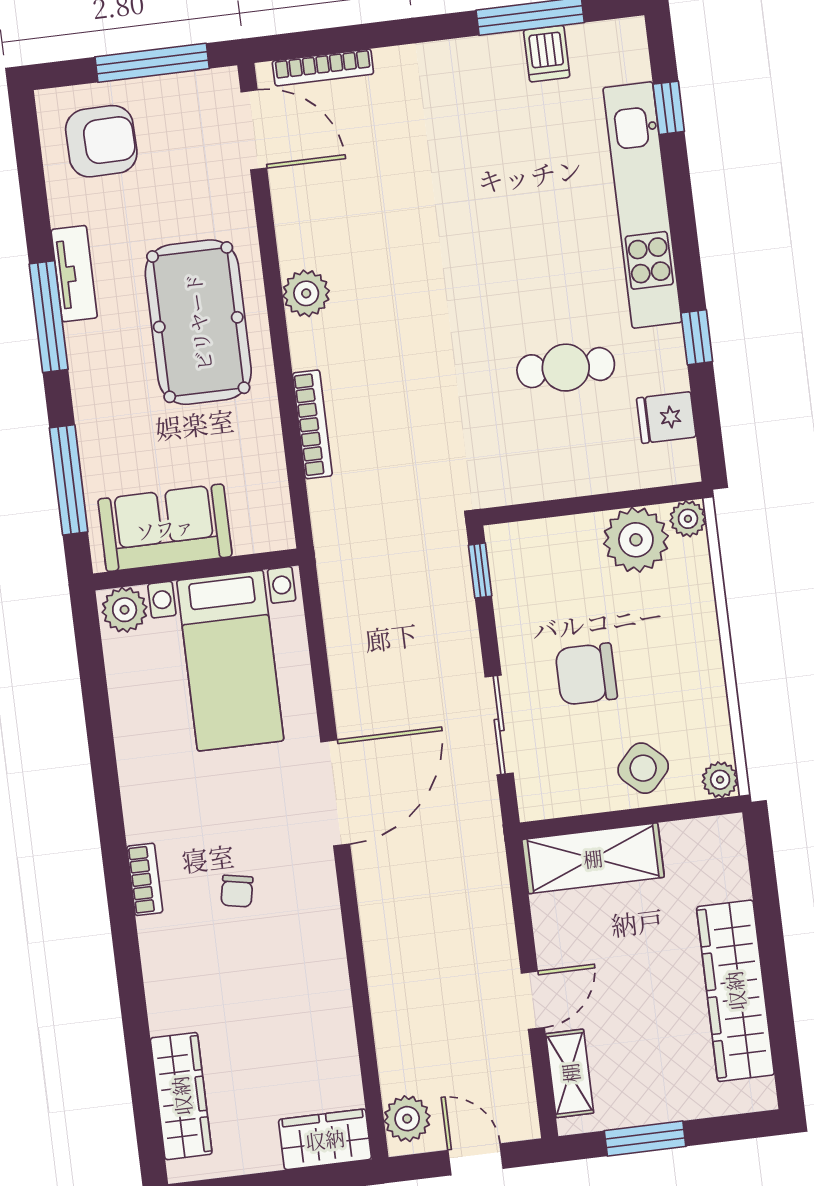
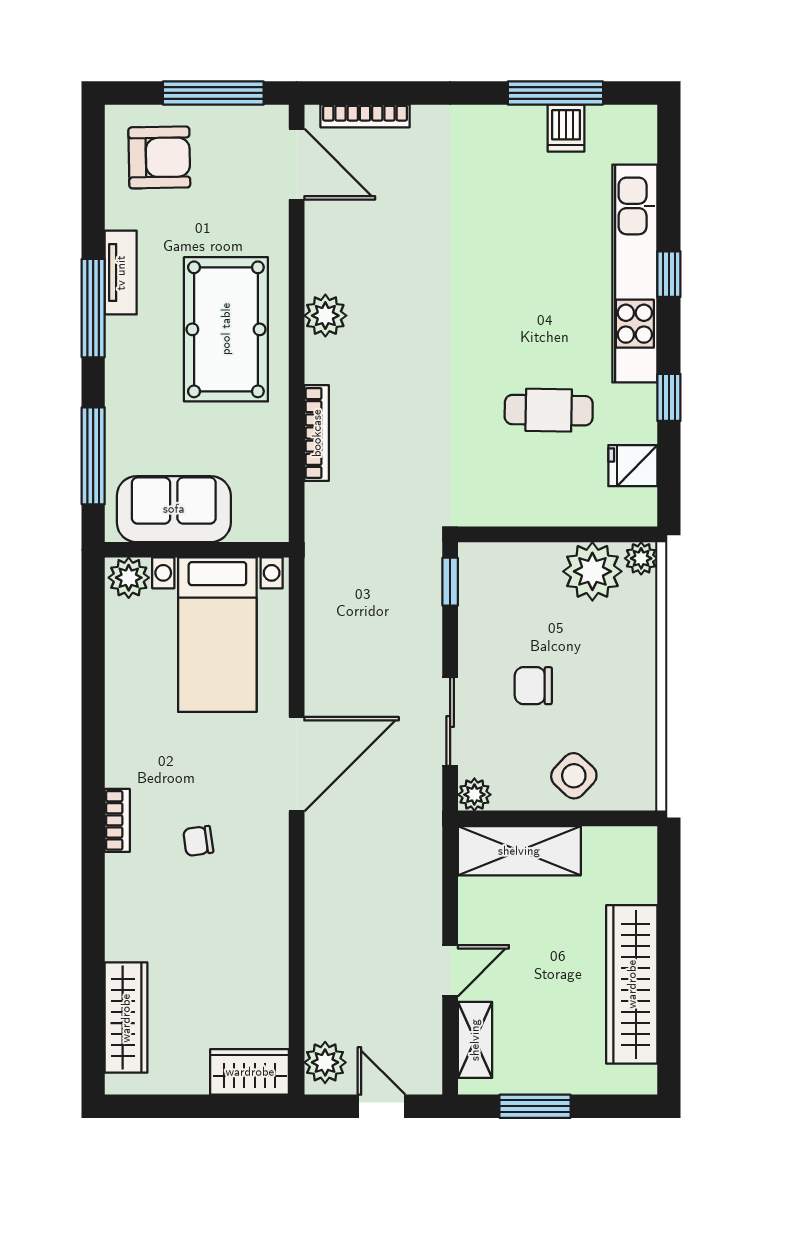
window: (669, 108) -> (669, 274), moved
chair: (586, 674) -> (533, 686), width x0.73, depth x0.73
plant: (720, 780) -> (474, 795), moved
chair: (237, 891) -> (198, 841), turned 71

